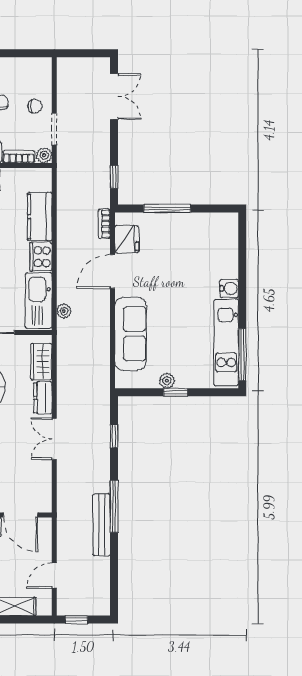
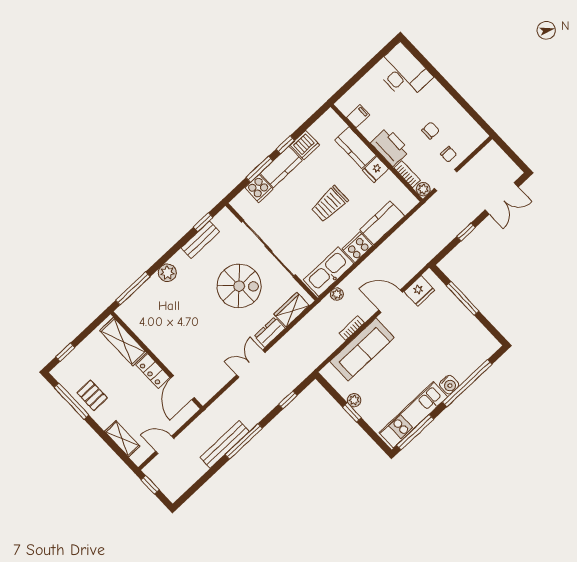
window: (114, 177) -> (466, 232), moved
bookcase: (104, 224) -> (352, 328), moved
window: (242, 272) -> (467, 383), added

